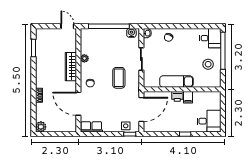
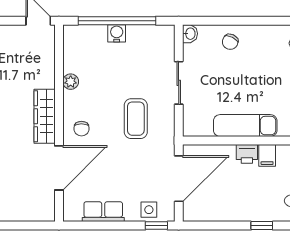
water cooler: (131, 33) -> (117, 33), moved
wardrobe: (71, 67) -> (45, 116), moved
door: (78, 104) -> (59, 168), swing flipped
row of seats: (91, 127) -> (103, 212), moved

